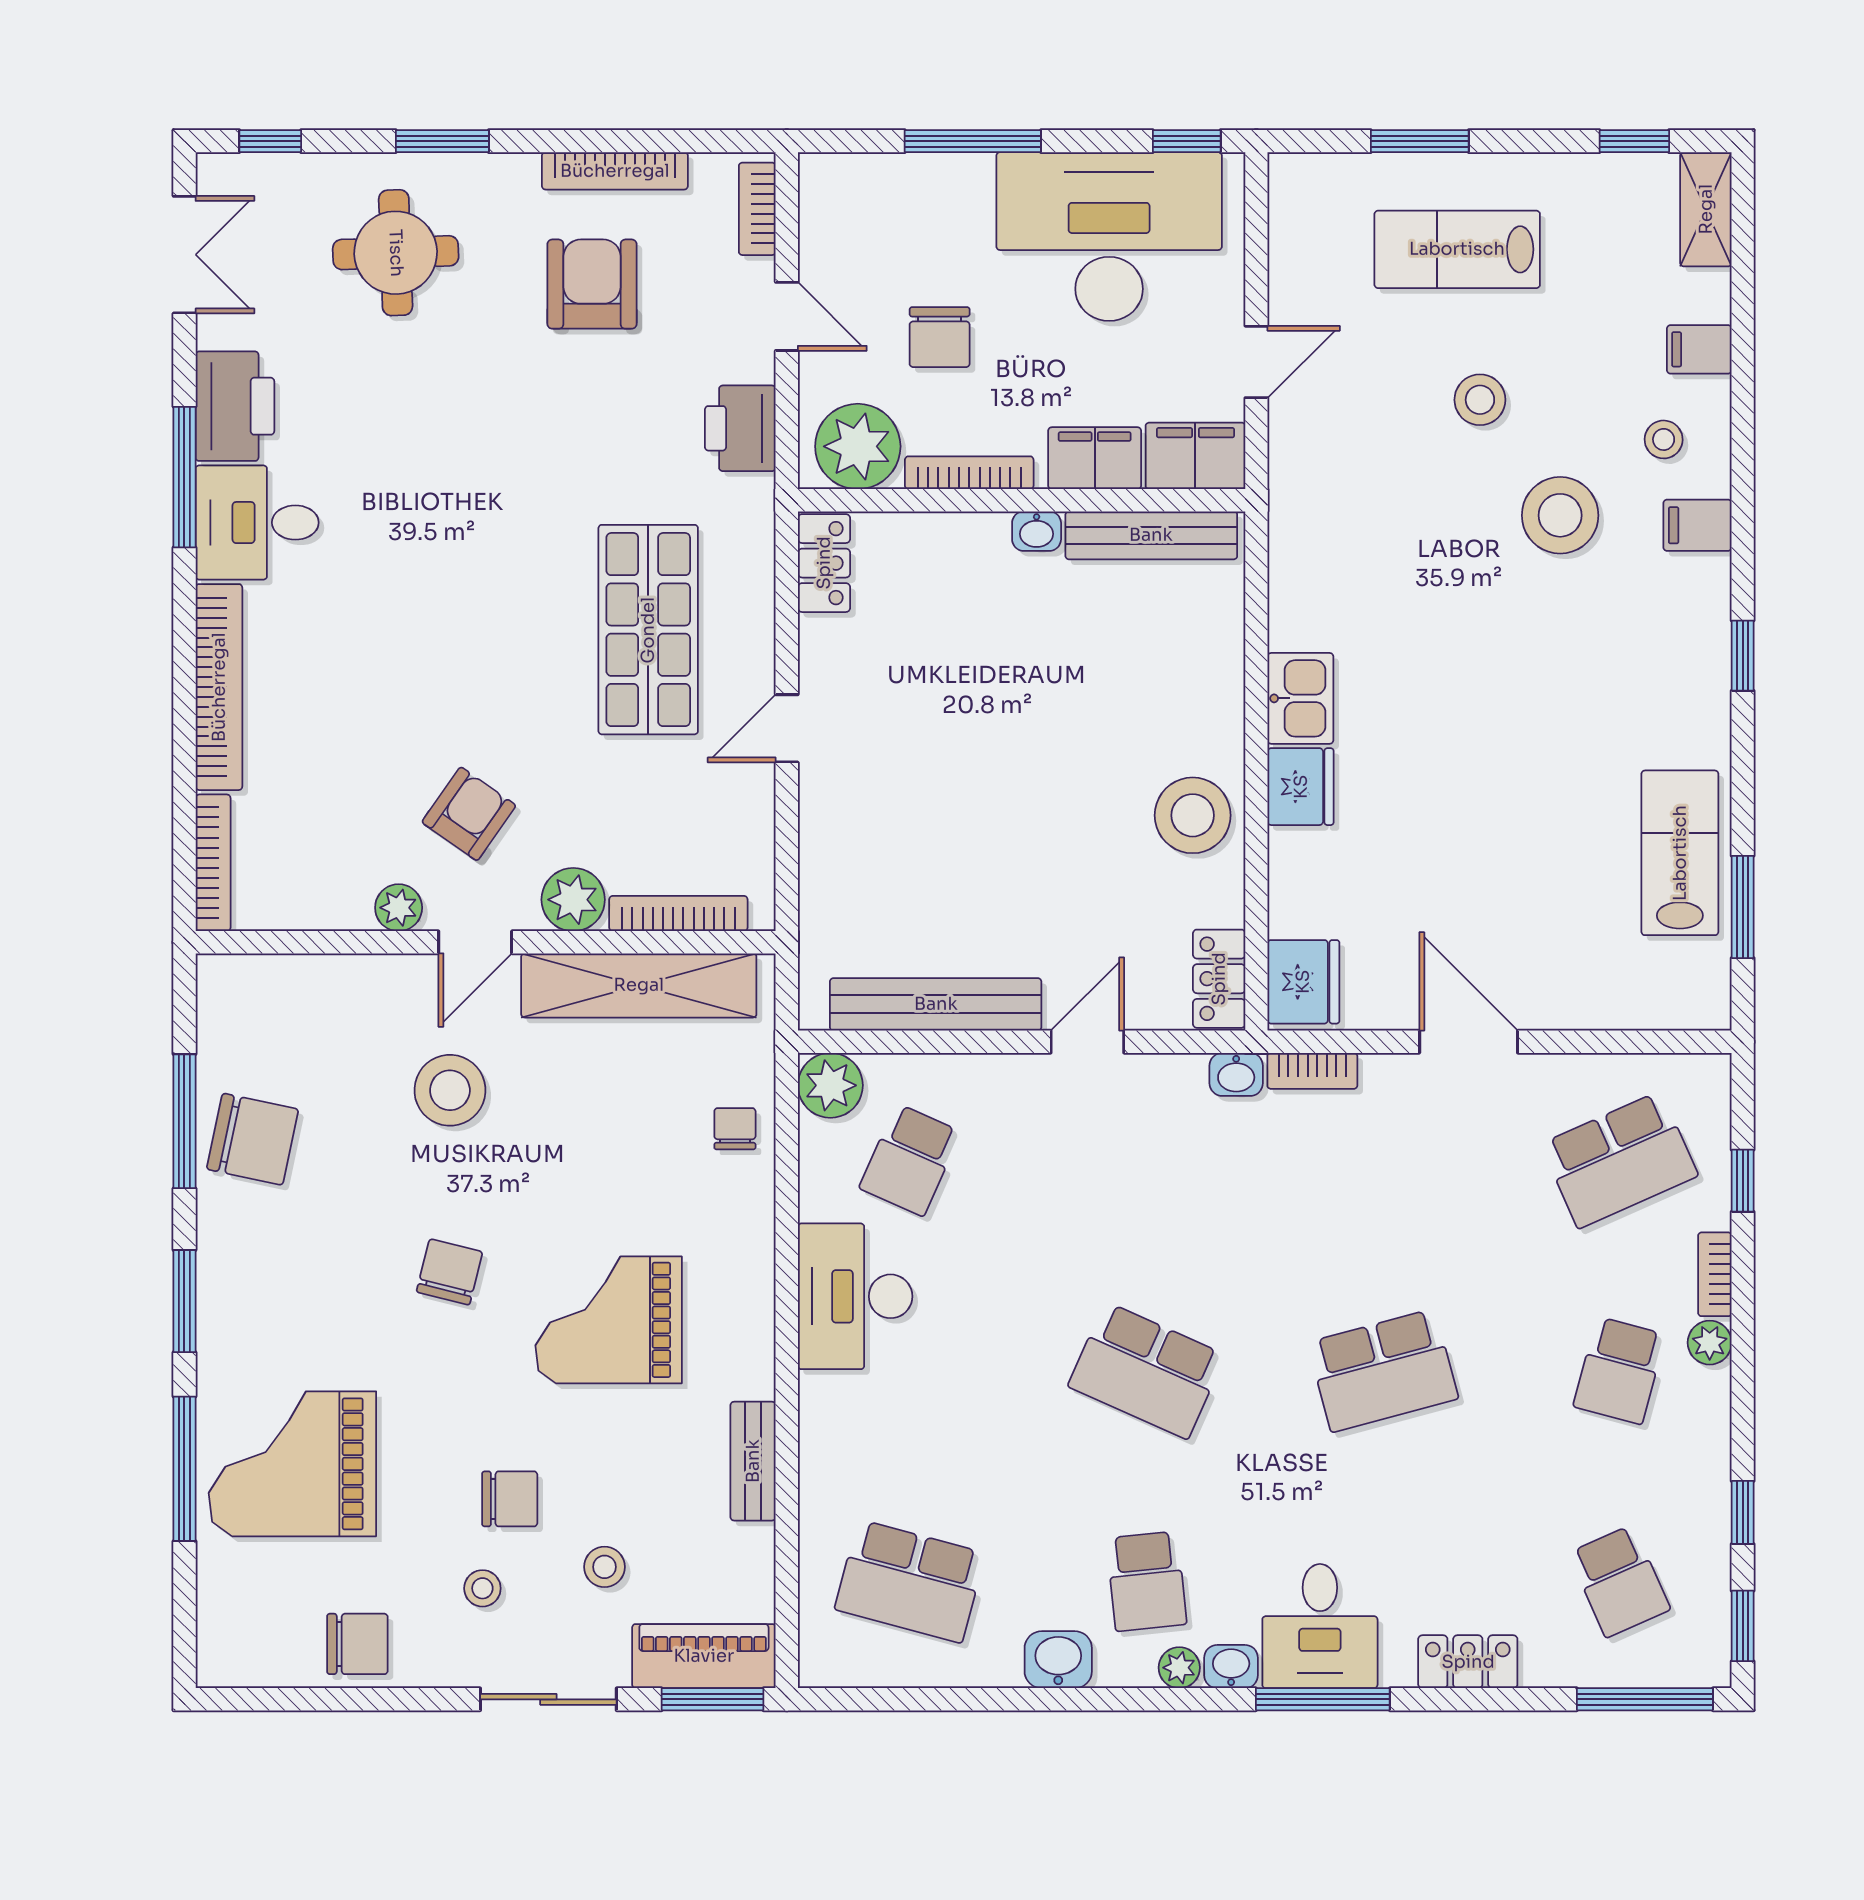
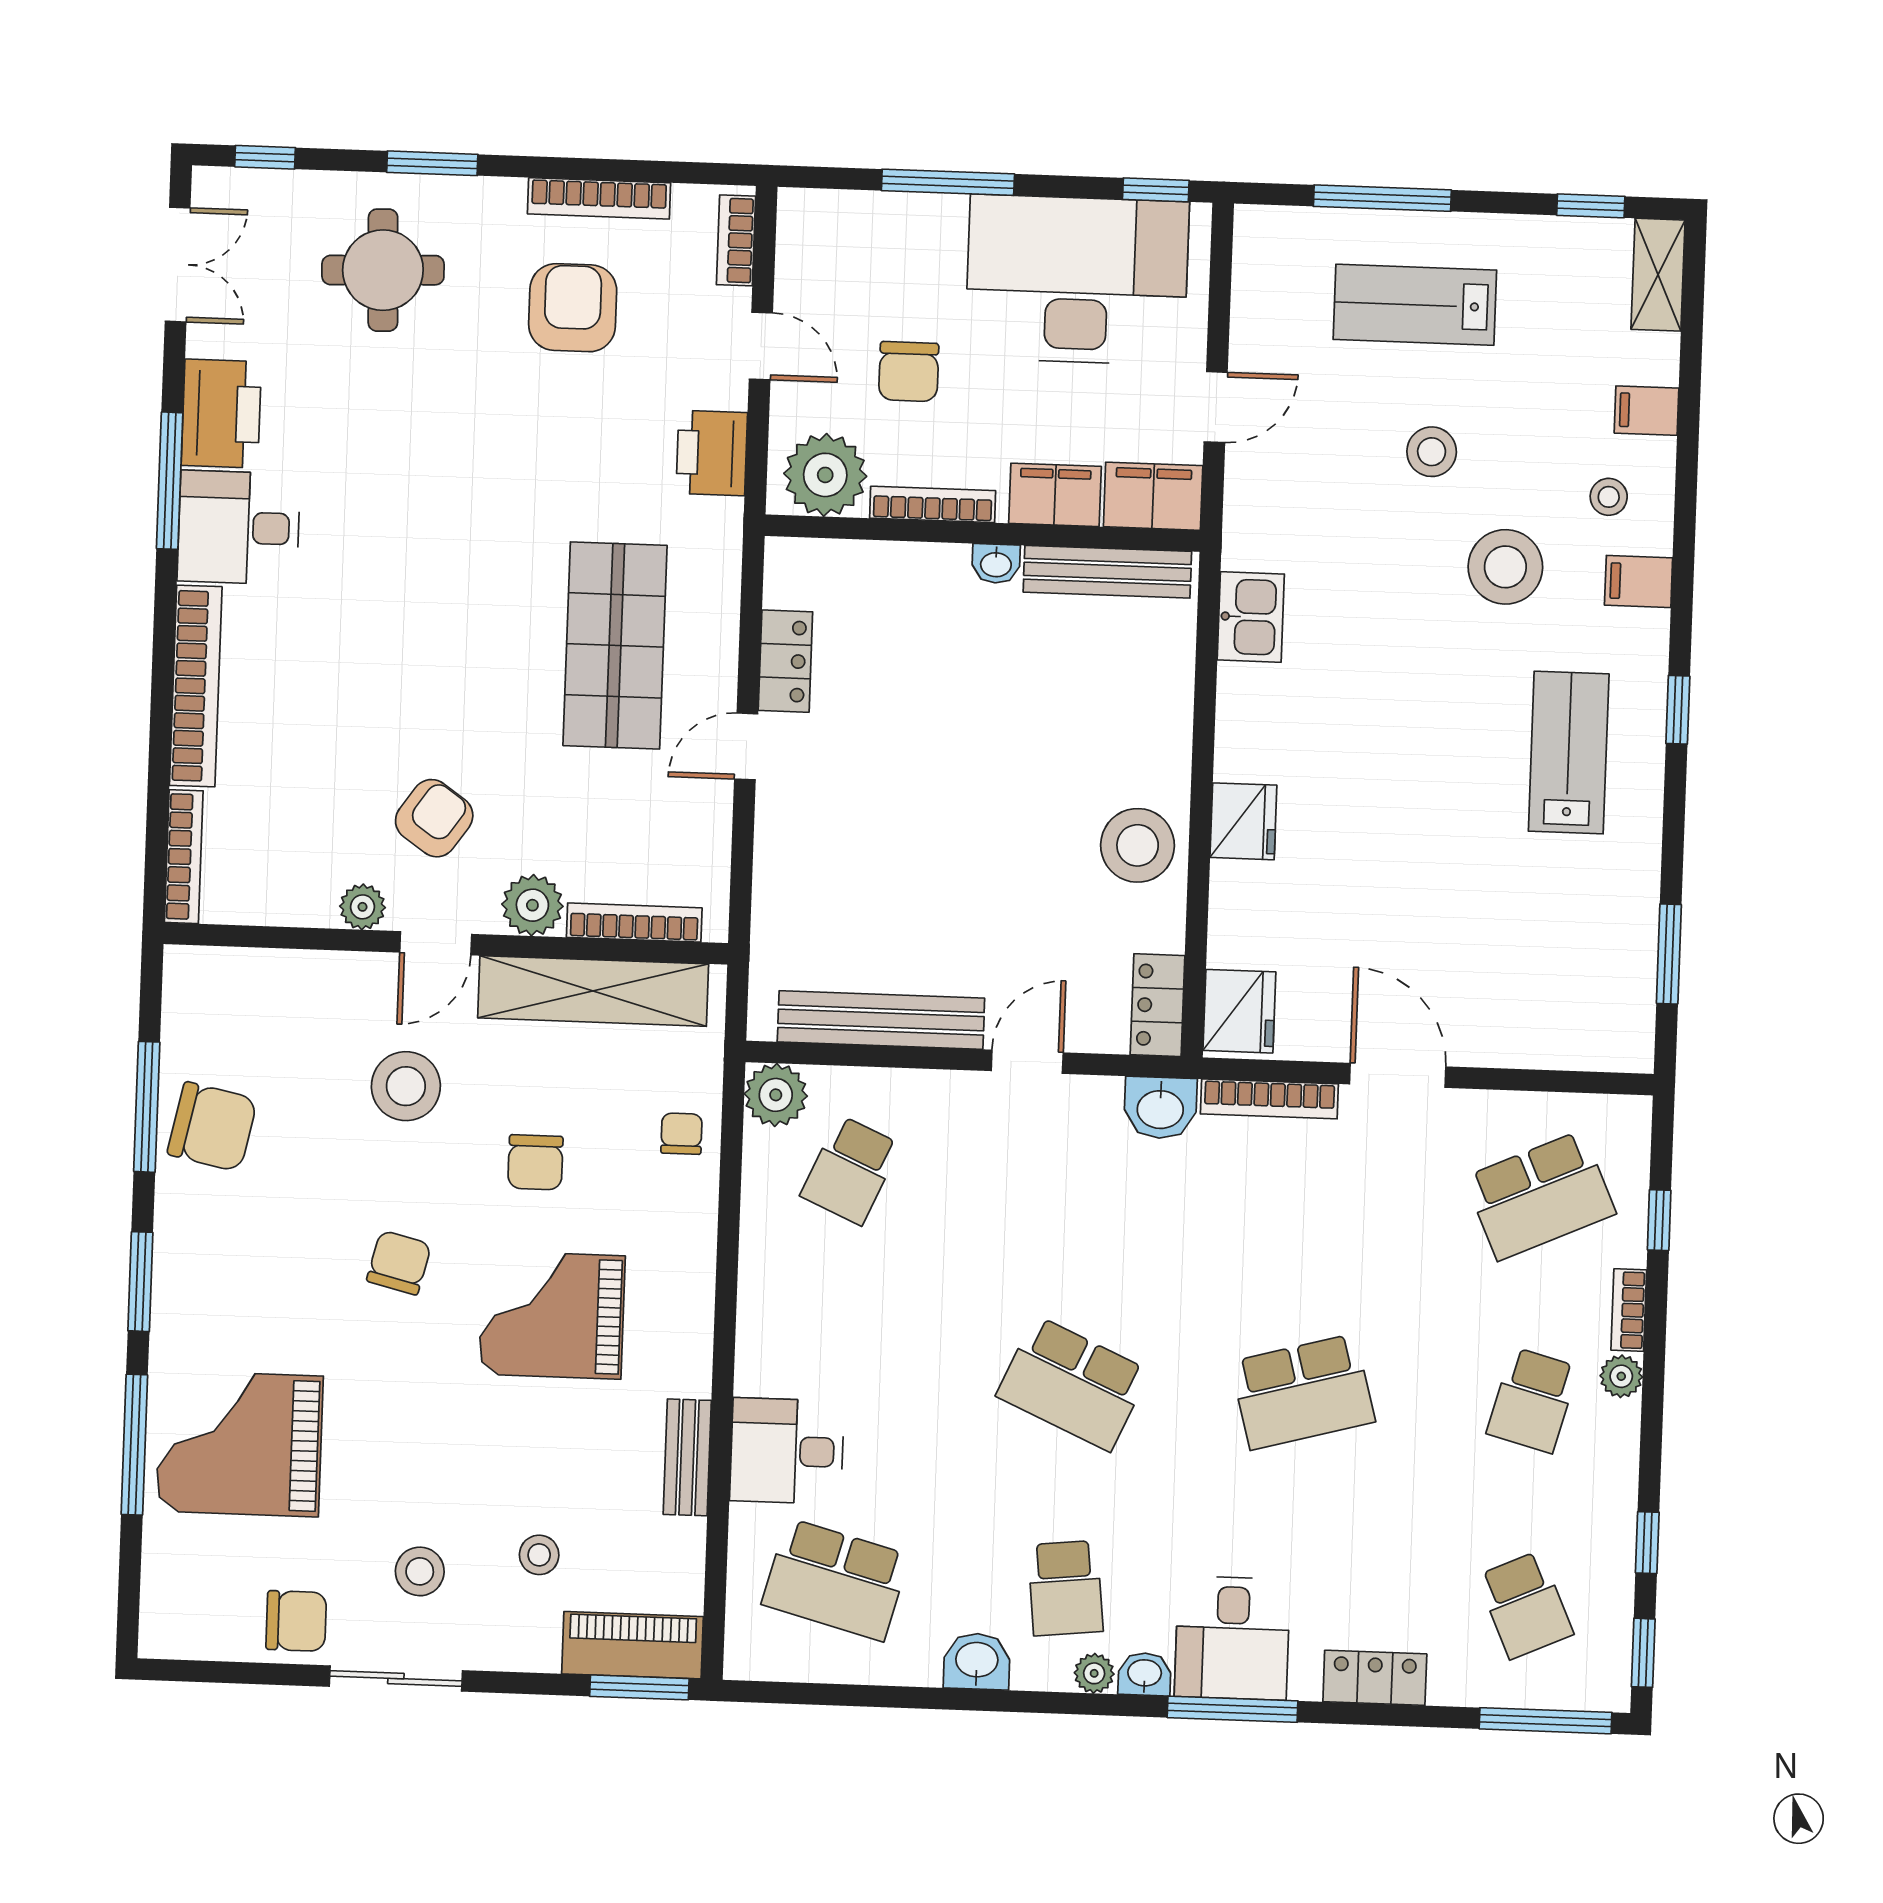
window: (1420, 141) -> (1382, 198), width x1.44
locker: (824, 563) -> (785, 661), moved
kitchen sink: (1300, 698) -> (1251, 617), moved
lab bench: (1680, 853) -> (1569, 752), moved
bookcase: (1312, 1071) -> (1269, 1099), width x1.56
washbasin: (1236, 1074) -> (1160, 1108), width x1.38, depth x1.45
desk: (855, 1296) -> (787, 1451), moved, width x0.73
chair: (510, 1499) -> (535, 1162), moved, turned 90
stool: (482, 1588) -> (420, 1571), width x1.37, depth x1.37
sliding door: (548, 1699) -> (396, 1679), moved

